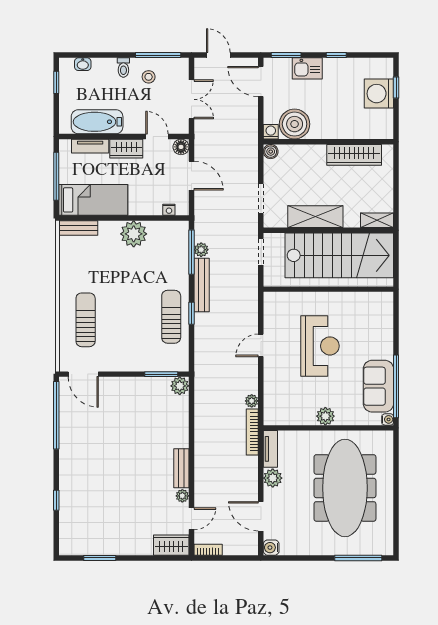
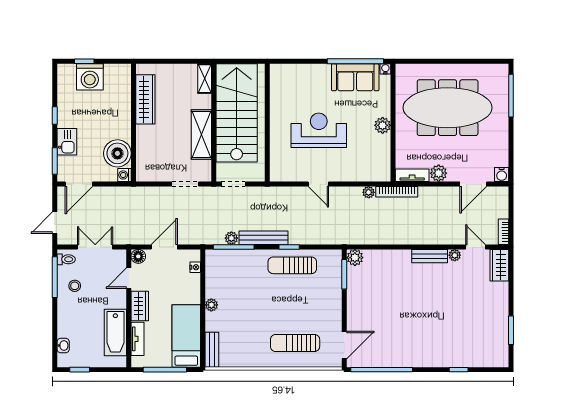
toilet: (123, 67) -> (66, 259), moved
boiler: (271, 152) -> (142, 175), removed
plant: (134, 234) -> (211, 305), width x0.53, depth x0.53

